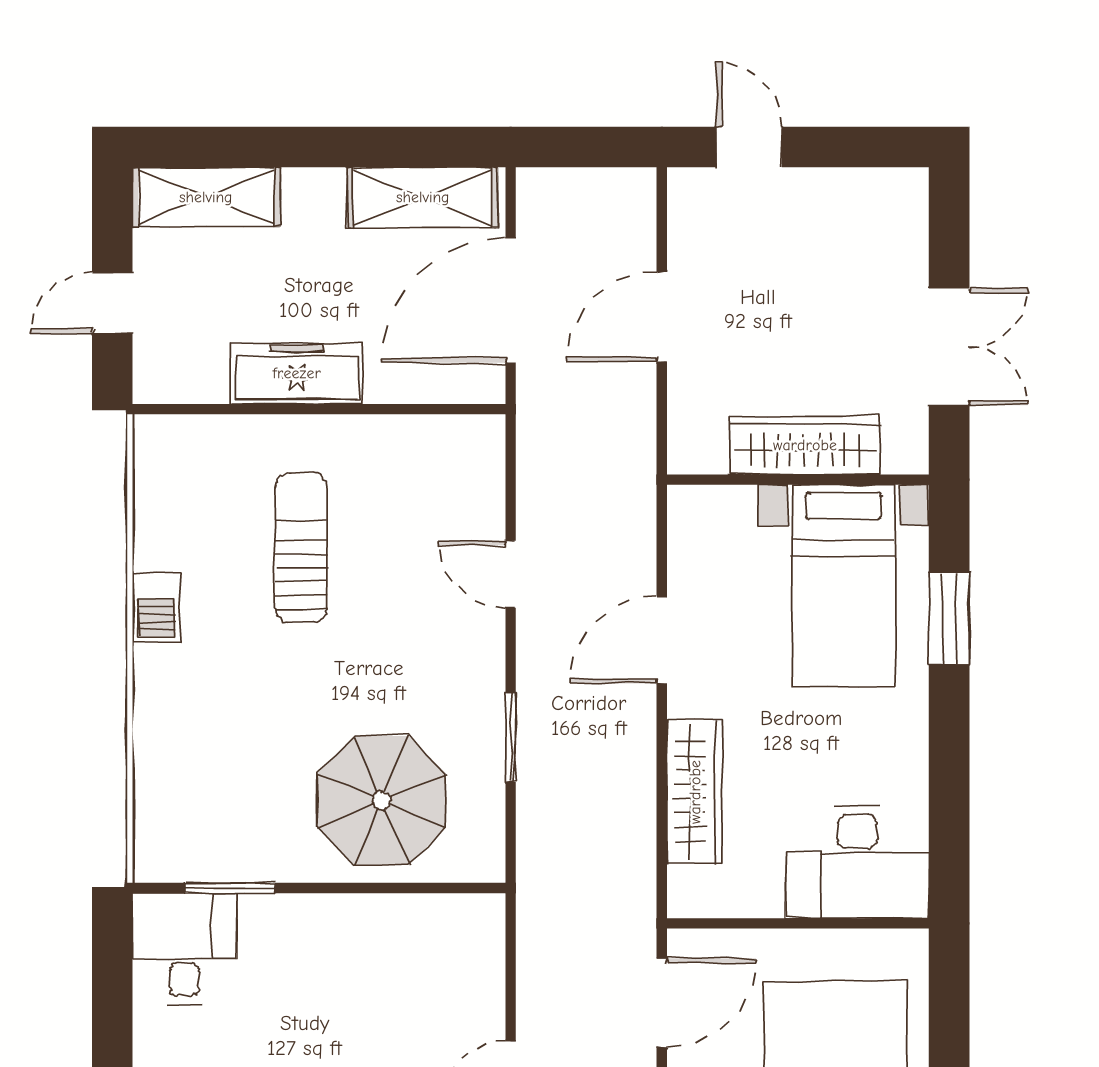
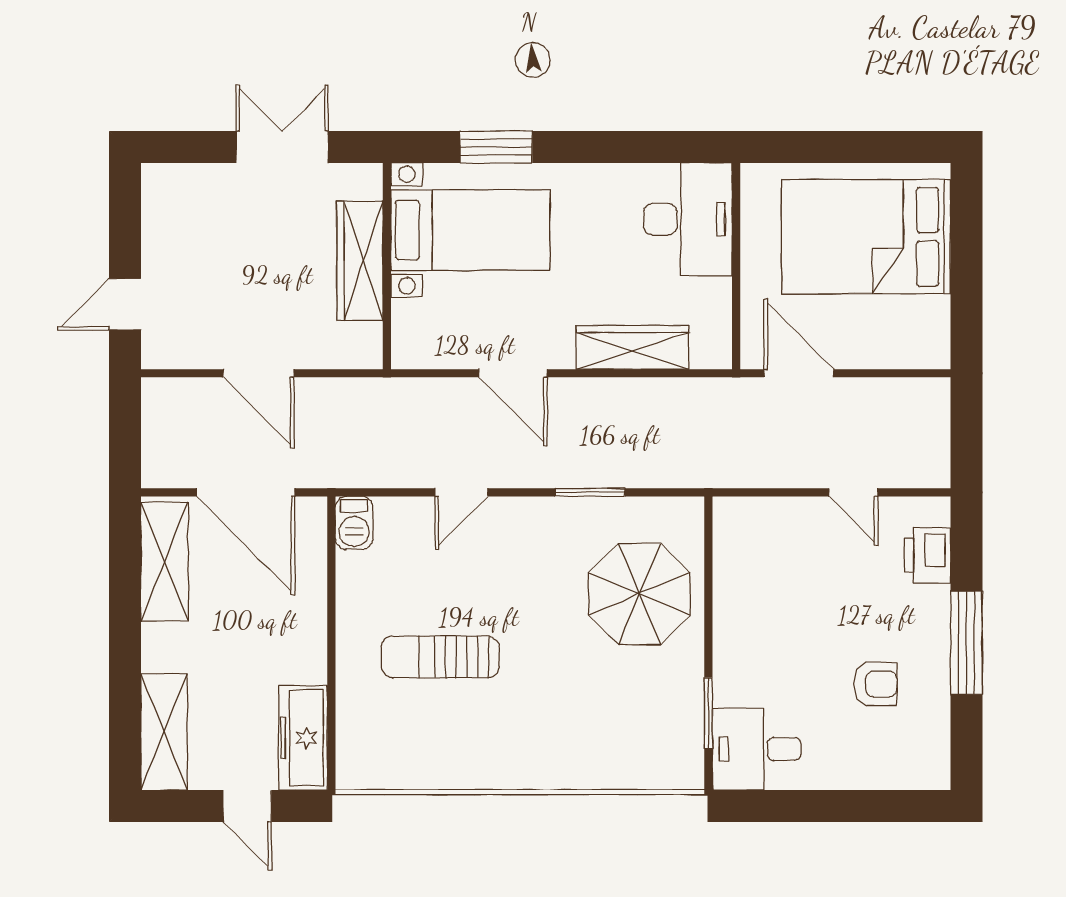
freezer: (297, 373) -> (303, 738), moved
barbecue: (156, 608) -> (354, 523), moved, turned 90

